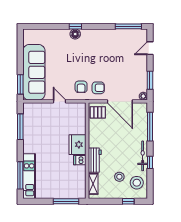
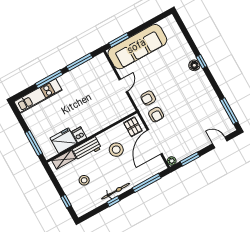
fridge: (77, 145) -> (64, 141), moved
window: (20, 175) -> (49, 79), moved
stool: (137, 183) -> (116, 150), moved

